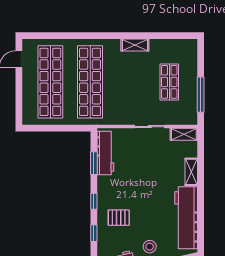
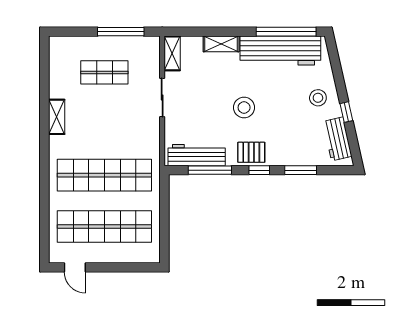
window: (94, 163) -> (210, 170), width x1.44
stool: (142, 190) -> (244, 107), added
pallet: (119, 218) -> (251, 152), moved, turned 90
window: (201, 222) -> (286, 32), added
window: (94, 233) -> (301, 170), width x1.50

